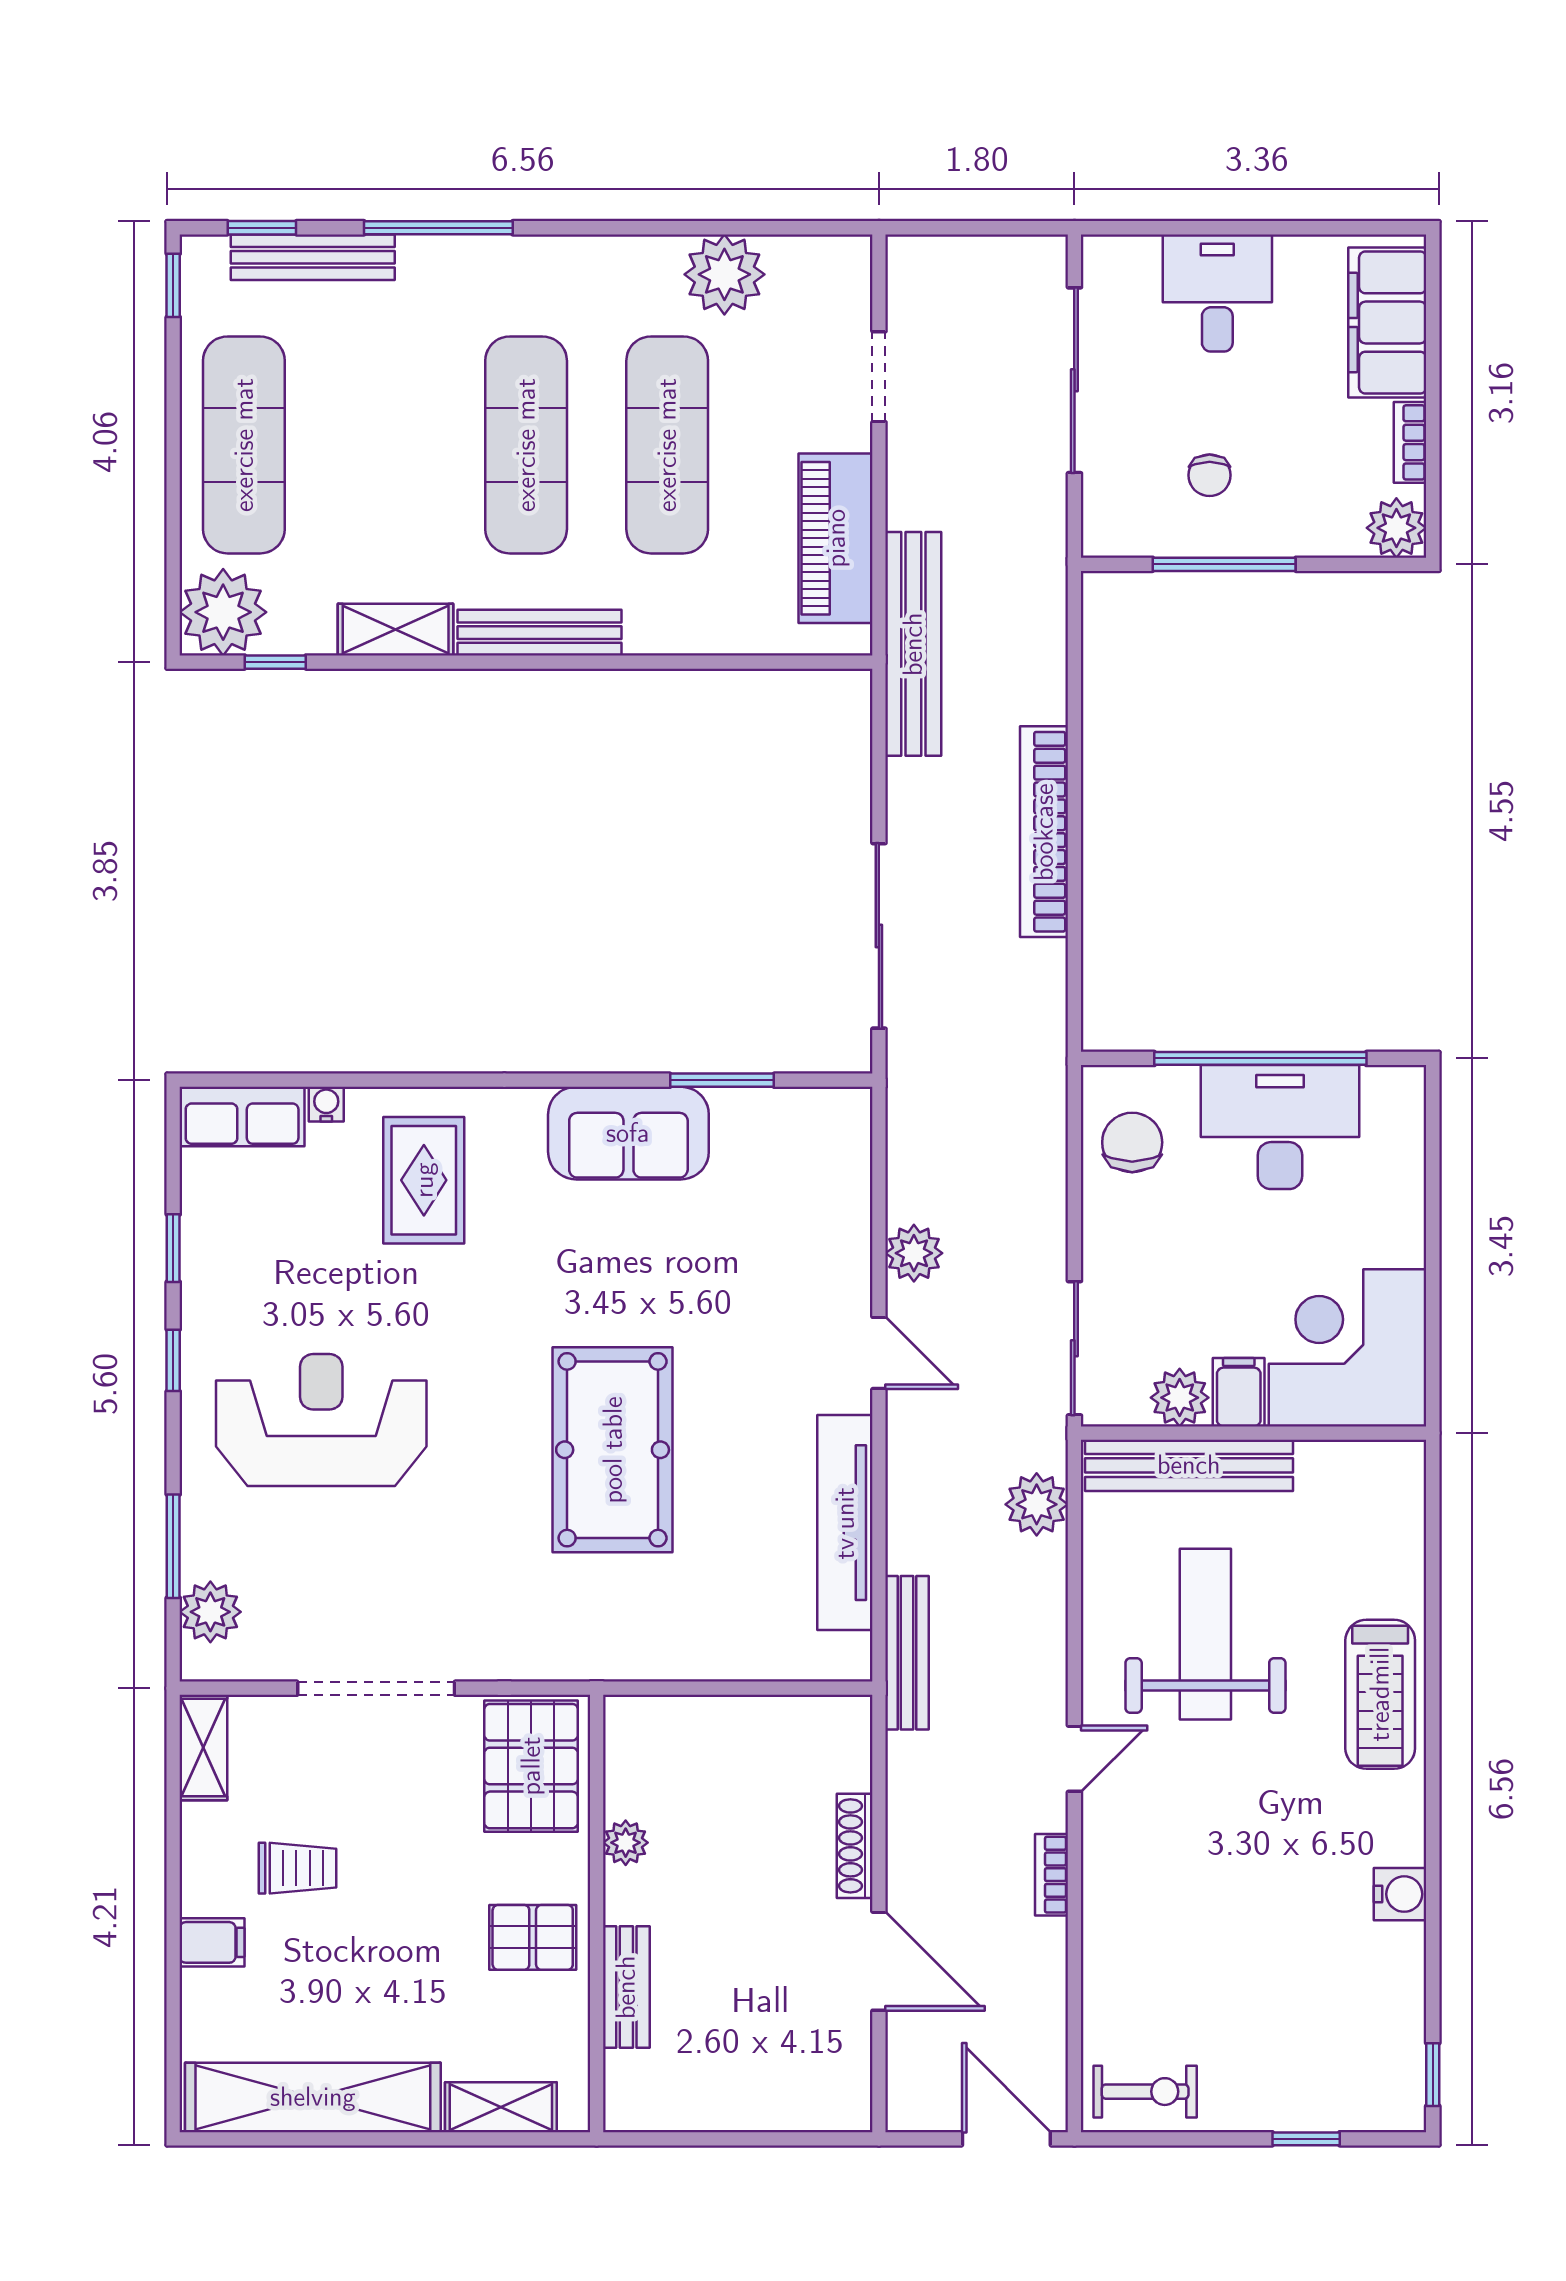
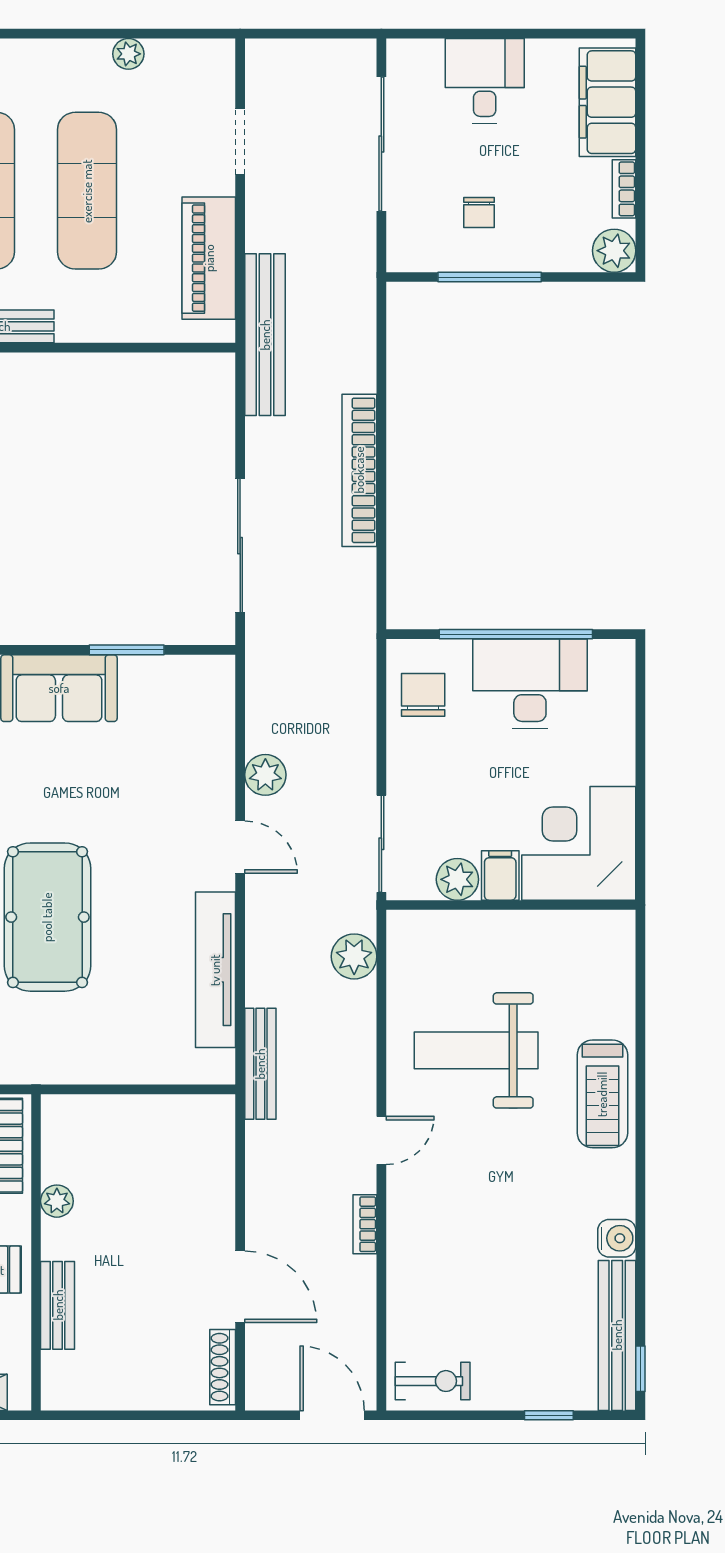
plant: (724, 274) -> (128, 54), width x0.53, depth x0.53
bench: (1189, 1465) -> (617, 1335), moved, turned 90
weight bench: (1205, 1634) -> (476, 1050), turned -90
shoe rack: (855, 1846) -> (223, 1367), moved

